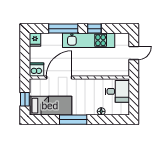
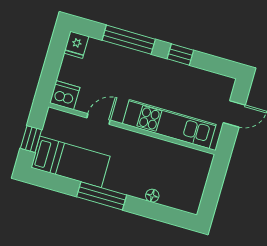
kitchen unit: (89, 40) -> (169, 124), moved, turned 180
door: (59, 77) -> (99, 119), width x0.53
desk: (117, 91) -> (189, 170), removed

